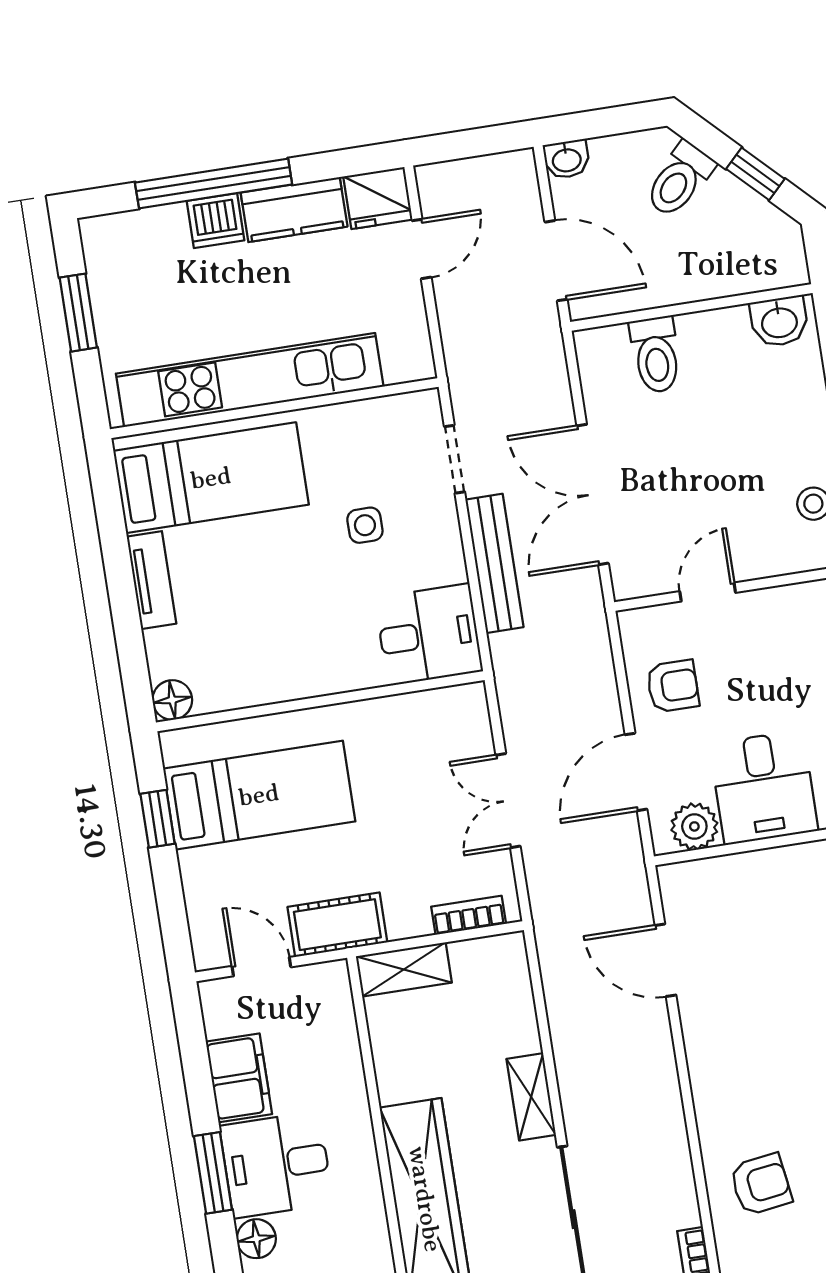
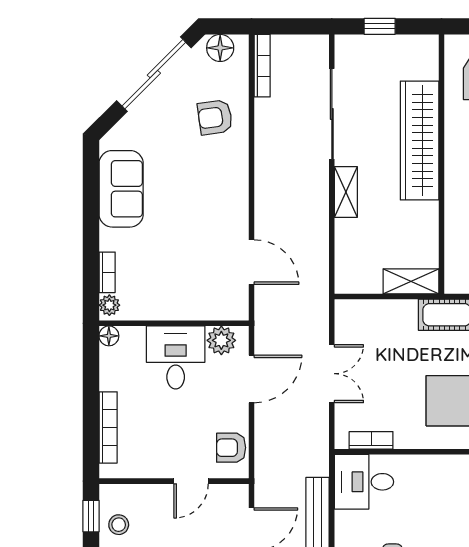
armchair: (673, 686) -> (231, 448), moved
bookcase: (469, 915) -> (371, 440), moved, turned 180

